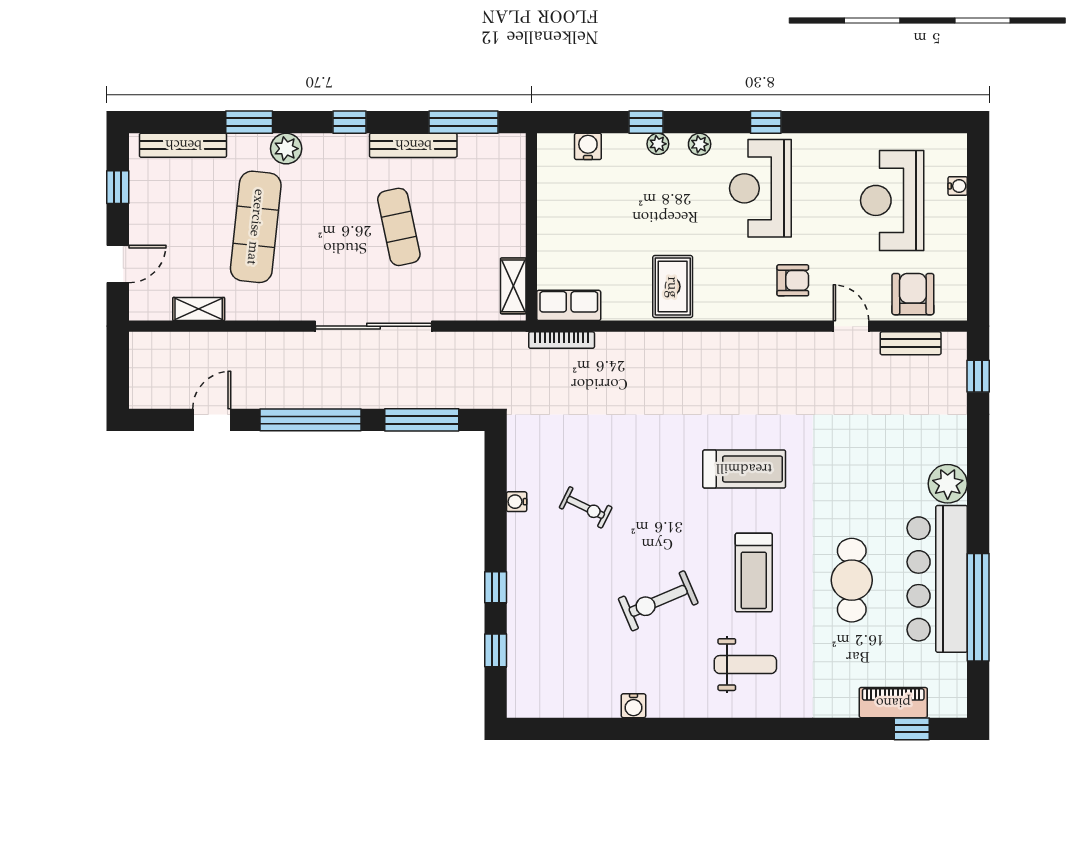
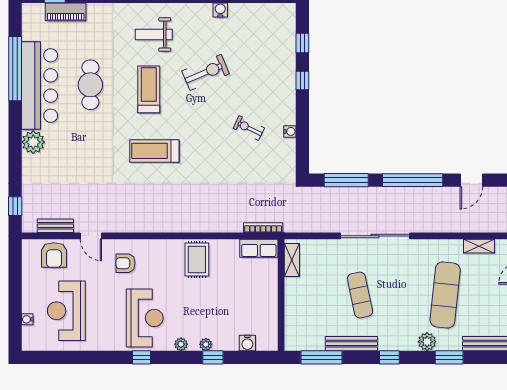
reception desk: (892, 200) -> (66, 311), turned 180

